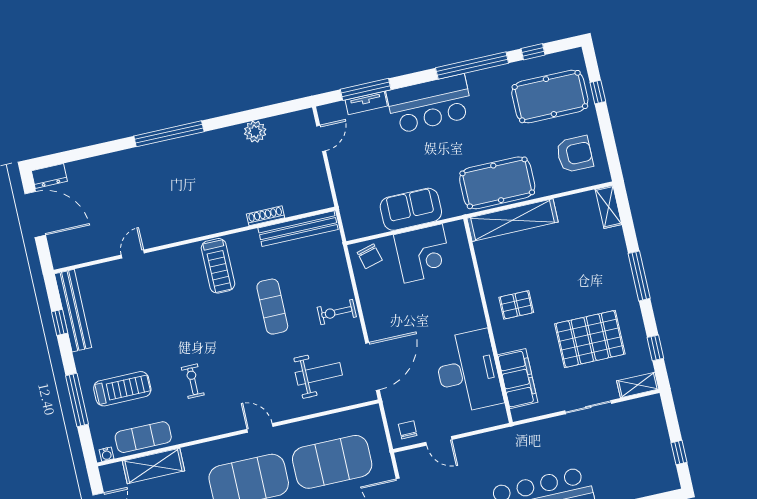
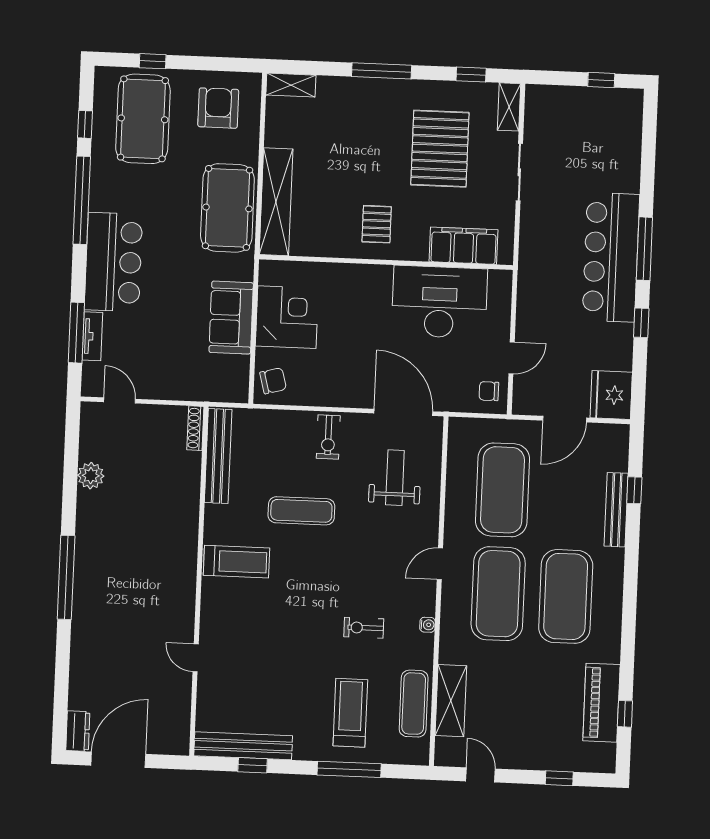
shoe rack: (266, 216) -> (195, 428), moved
water cooler: (107, 454) -> (427, 625), moved

